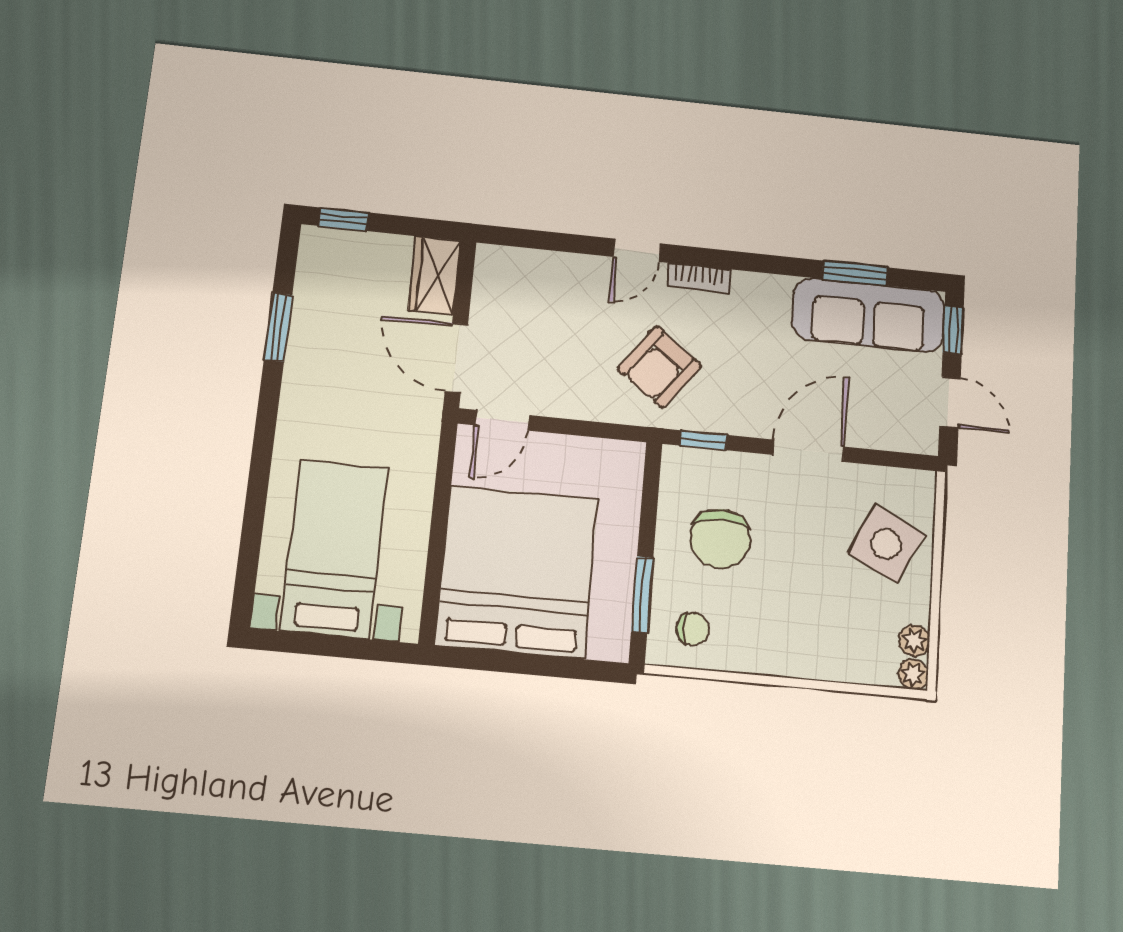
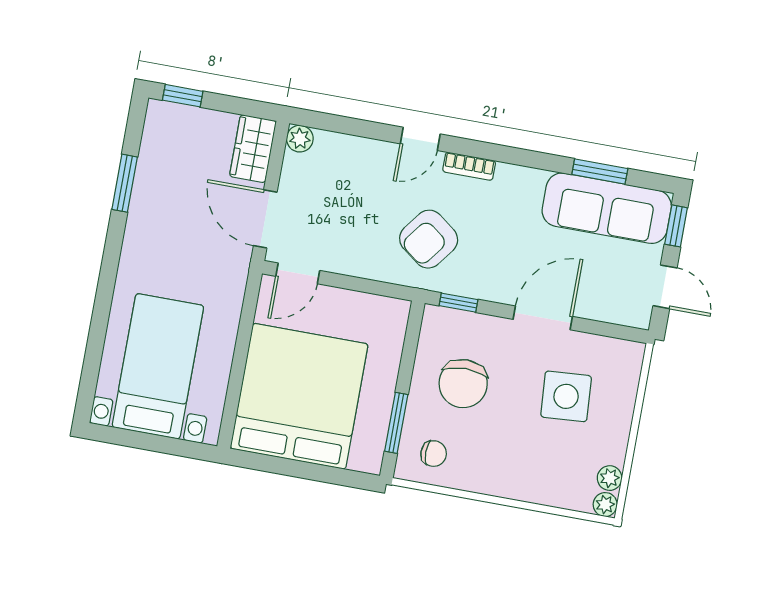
plant: (491, 260) -> (300, 139), added
side table: (886, 544) -> (566, 396), moved, turned -30

